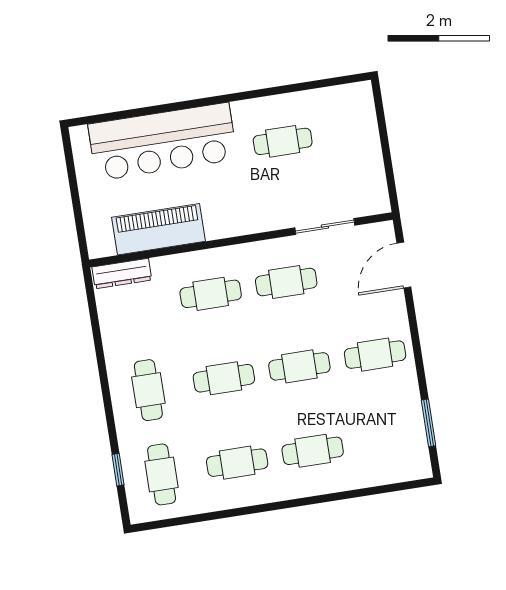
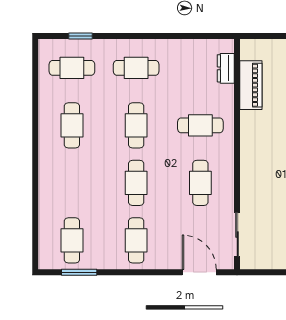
sliding door: (325, 227) -> (237, 235), moved
piano: (158, 229) -> (251, 85), width x0.73, depth x0.75
dresser: (122, 274) -> (226, 68), width x0.70
cafe table: (211, 294) -> (200, 125), turned 90
cafe table: (313, 451) -> (72, 240), moved

